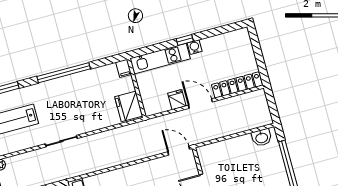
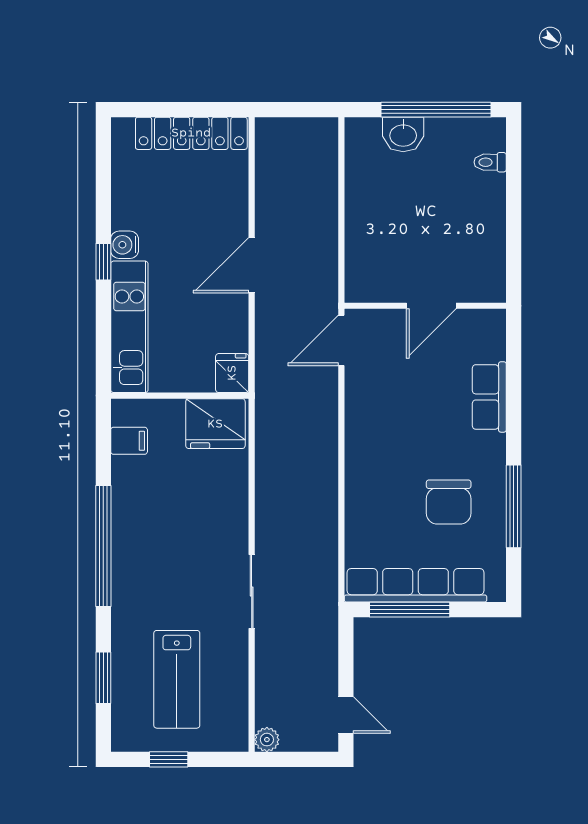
filing cabinet: (124, 68) -> (129, 441), moved
locker: (237, 85) -> (191, 133), moved, turned -90
fridge: (177, 100) -> (232, 373), moved, turned 90
washbasin: (262, 138) -> (403, 134), moved, turned 90

